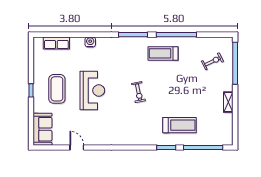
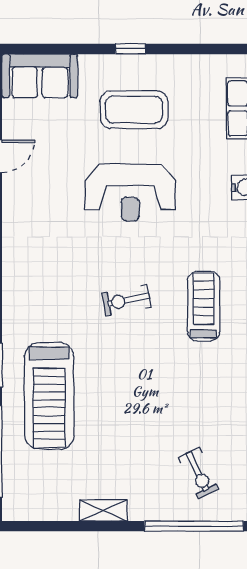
treadmill: (163, 53) -> (204, 306), moved
treadmill: (179, 125) -> (49, 396), width x1.37, depth x1.38

